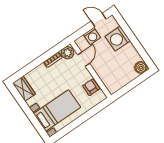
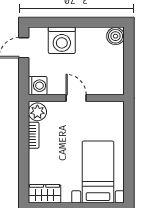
washing machine: (92, 36) -> (38, 86), moved
door: (84, 59) -> (76, 98), moved
armchair: (91, 87) -> (98, 112), removed

